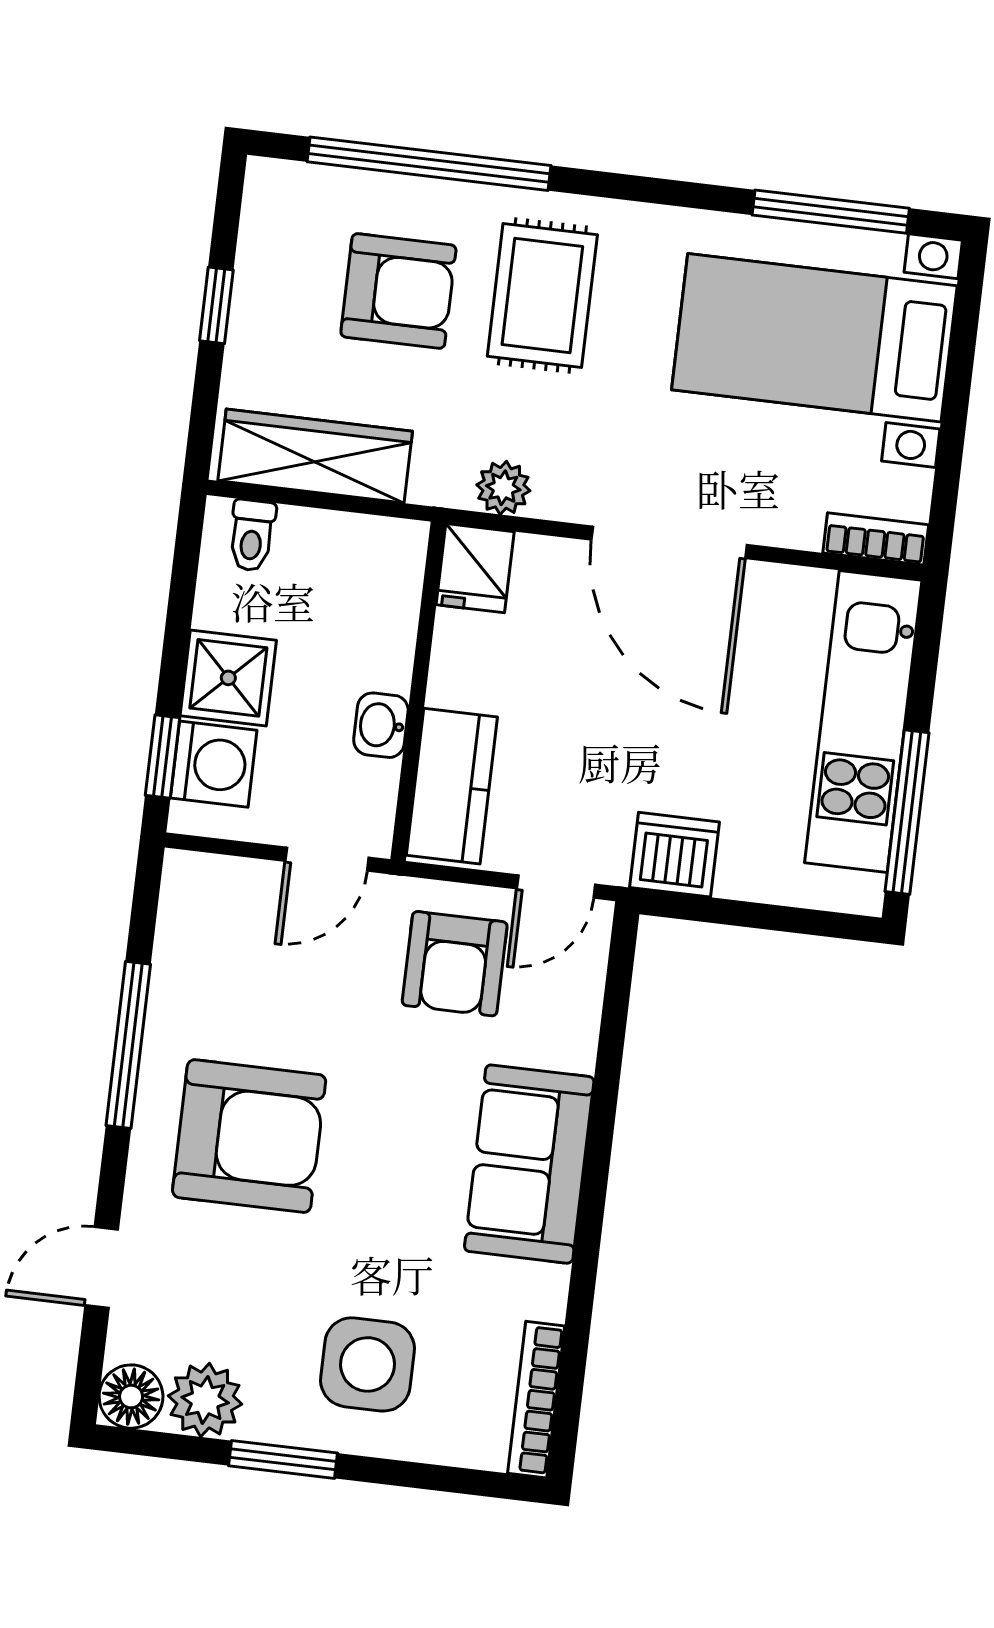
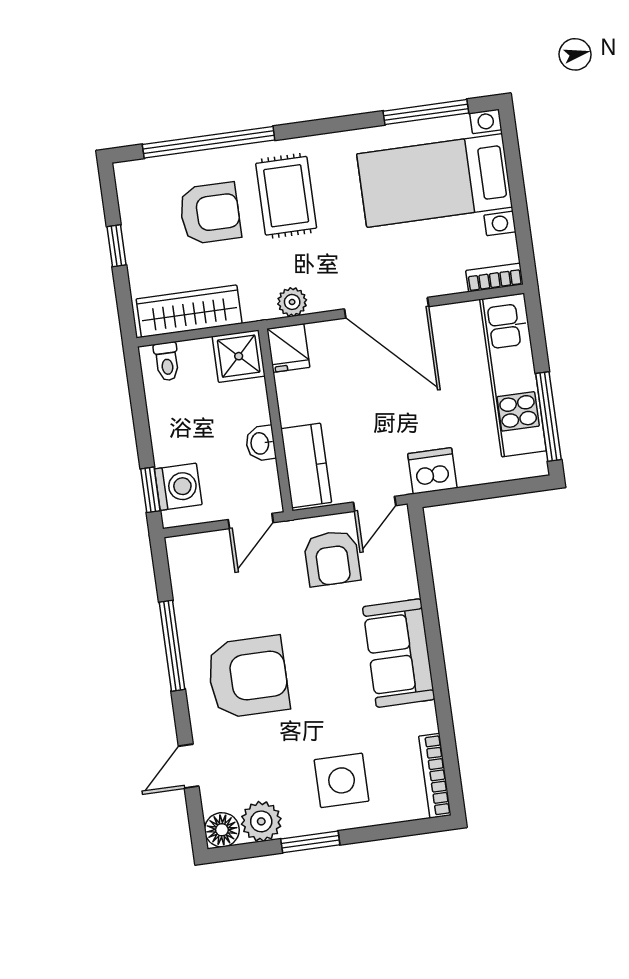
shower: (228, 678) -> (239, 356), moved

